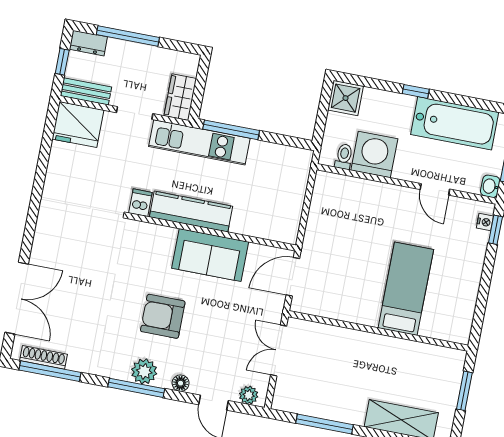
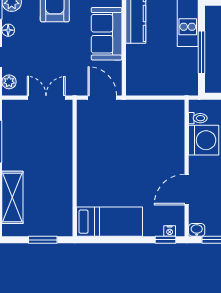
window: (231, 130) -> (202, 52), moved
door: (435, 189) -> (187, 190), width x1.38
bed: (406, 289) -> (109, 222), moved

